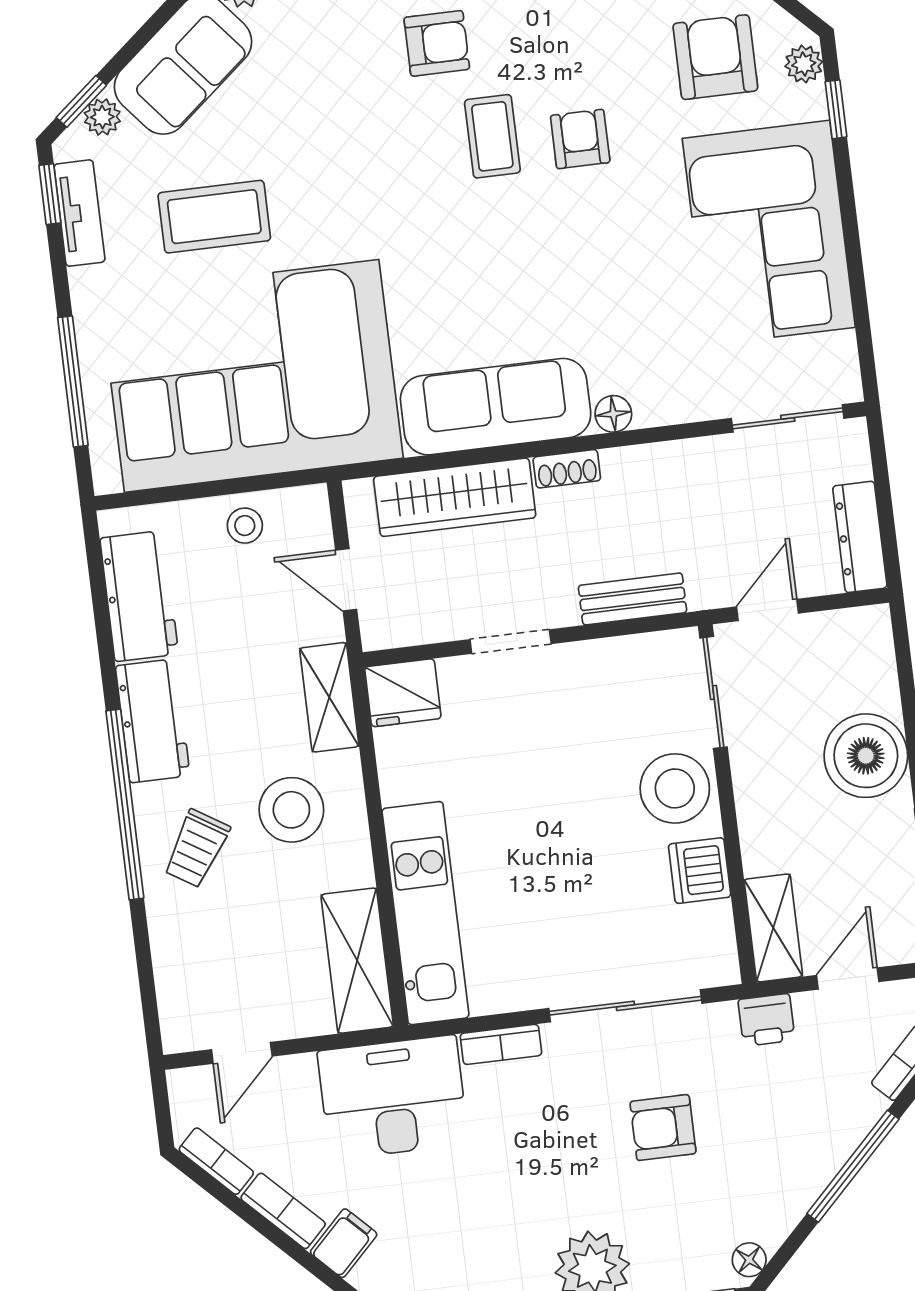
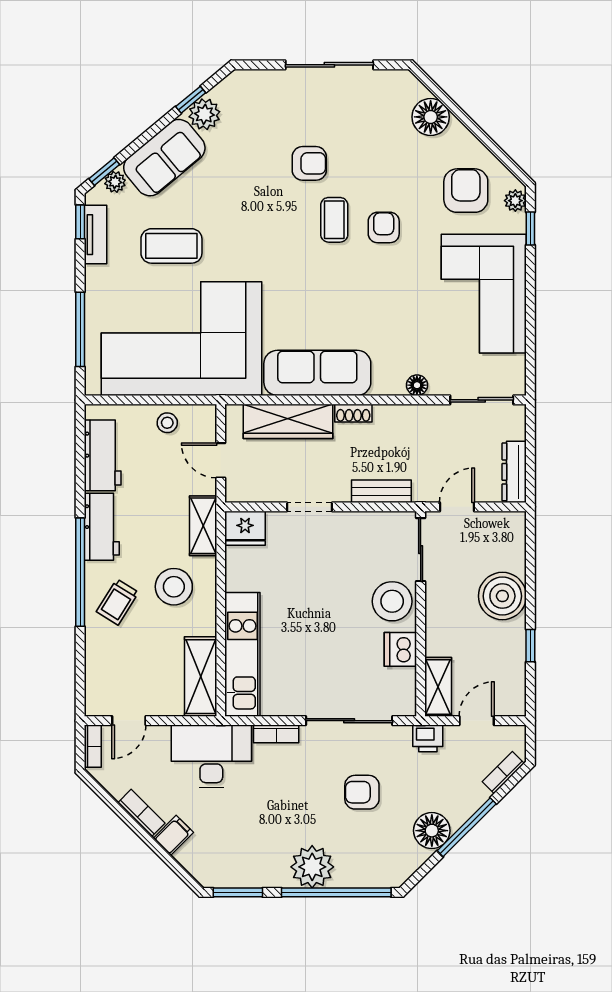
floor lamp: (613, 414) -> (417, 385), moved
bookcase: (216, 1161) -> (93, 746), moved, turned 45
floor lamp: (749, 1260) -> (432, 831), moved, width x1.89, depth x1.89

